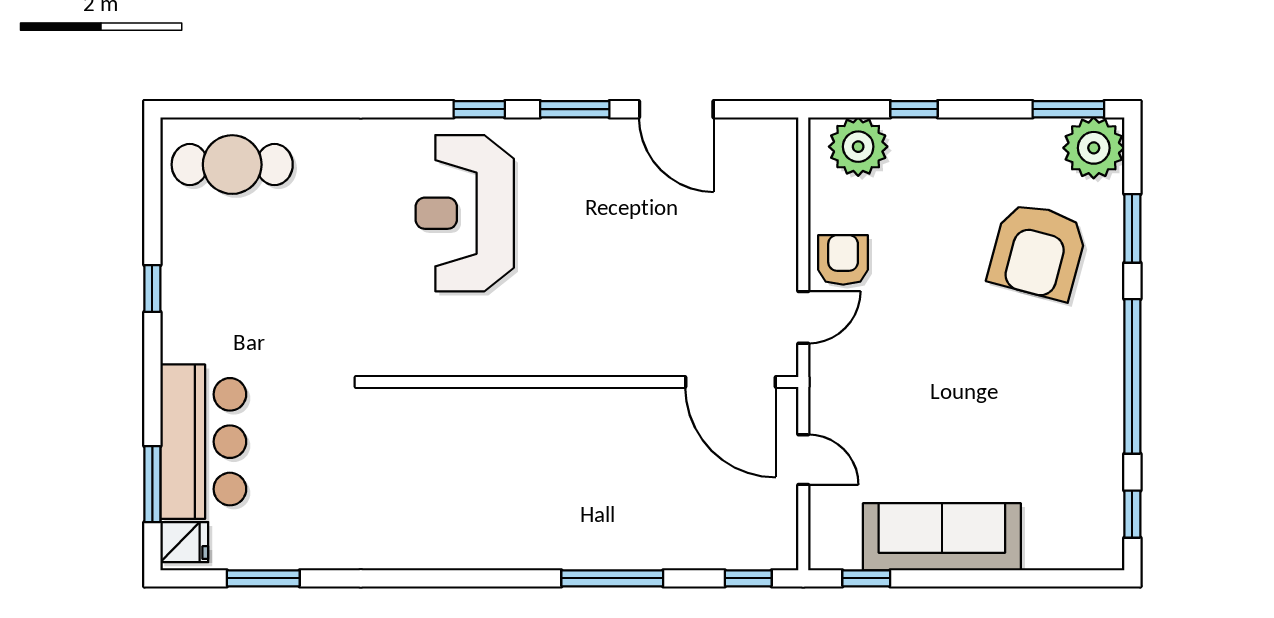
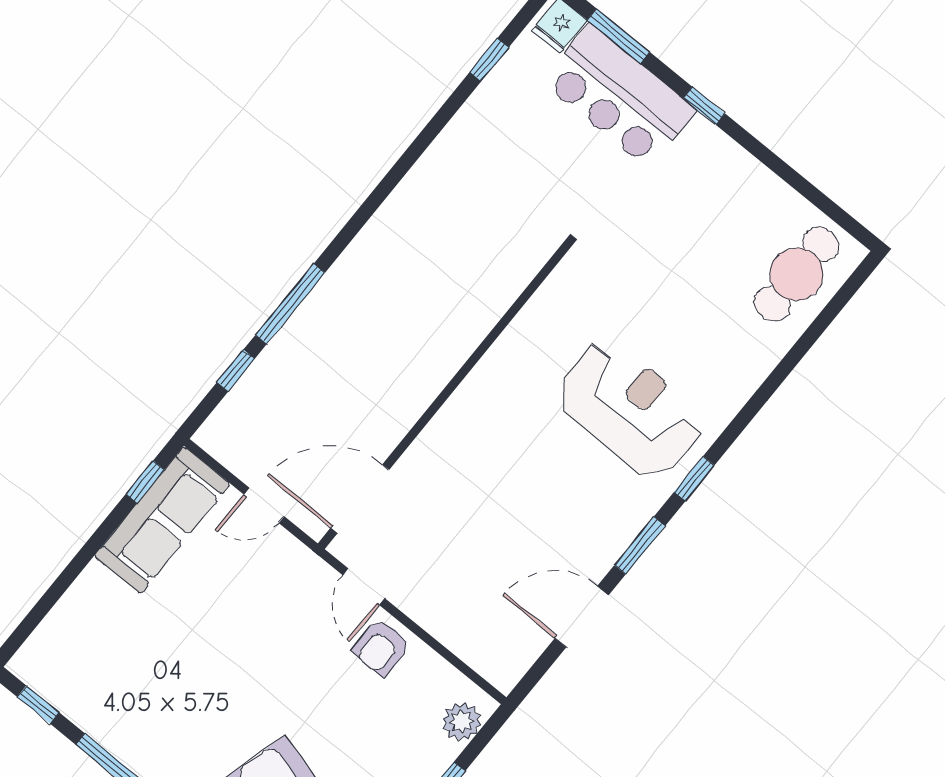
plant: (858, 147) -> (462, 722), width x0.73, depth x0.73
armchair: (843, 260) -> (381, 647), turned 90
window: (152, 288) -> (704, 106), moved
sofa: (942, 537) -> (162, 520), moved
window: (263, 578) -> (489, 60), width x0.67
window: (748, 578) -> (236, 371), moved

